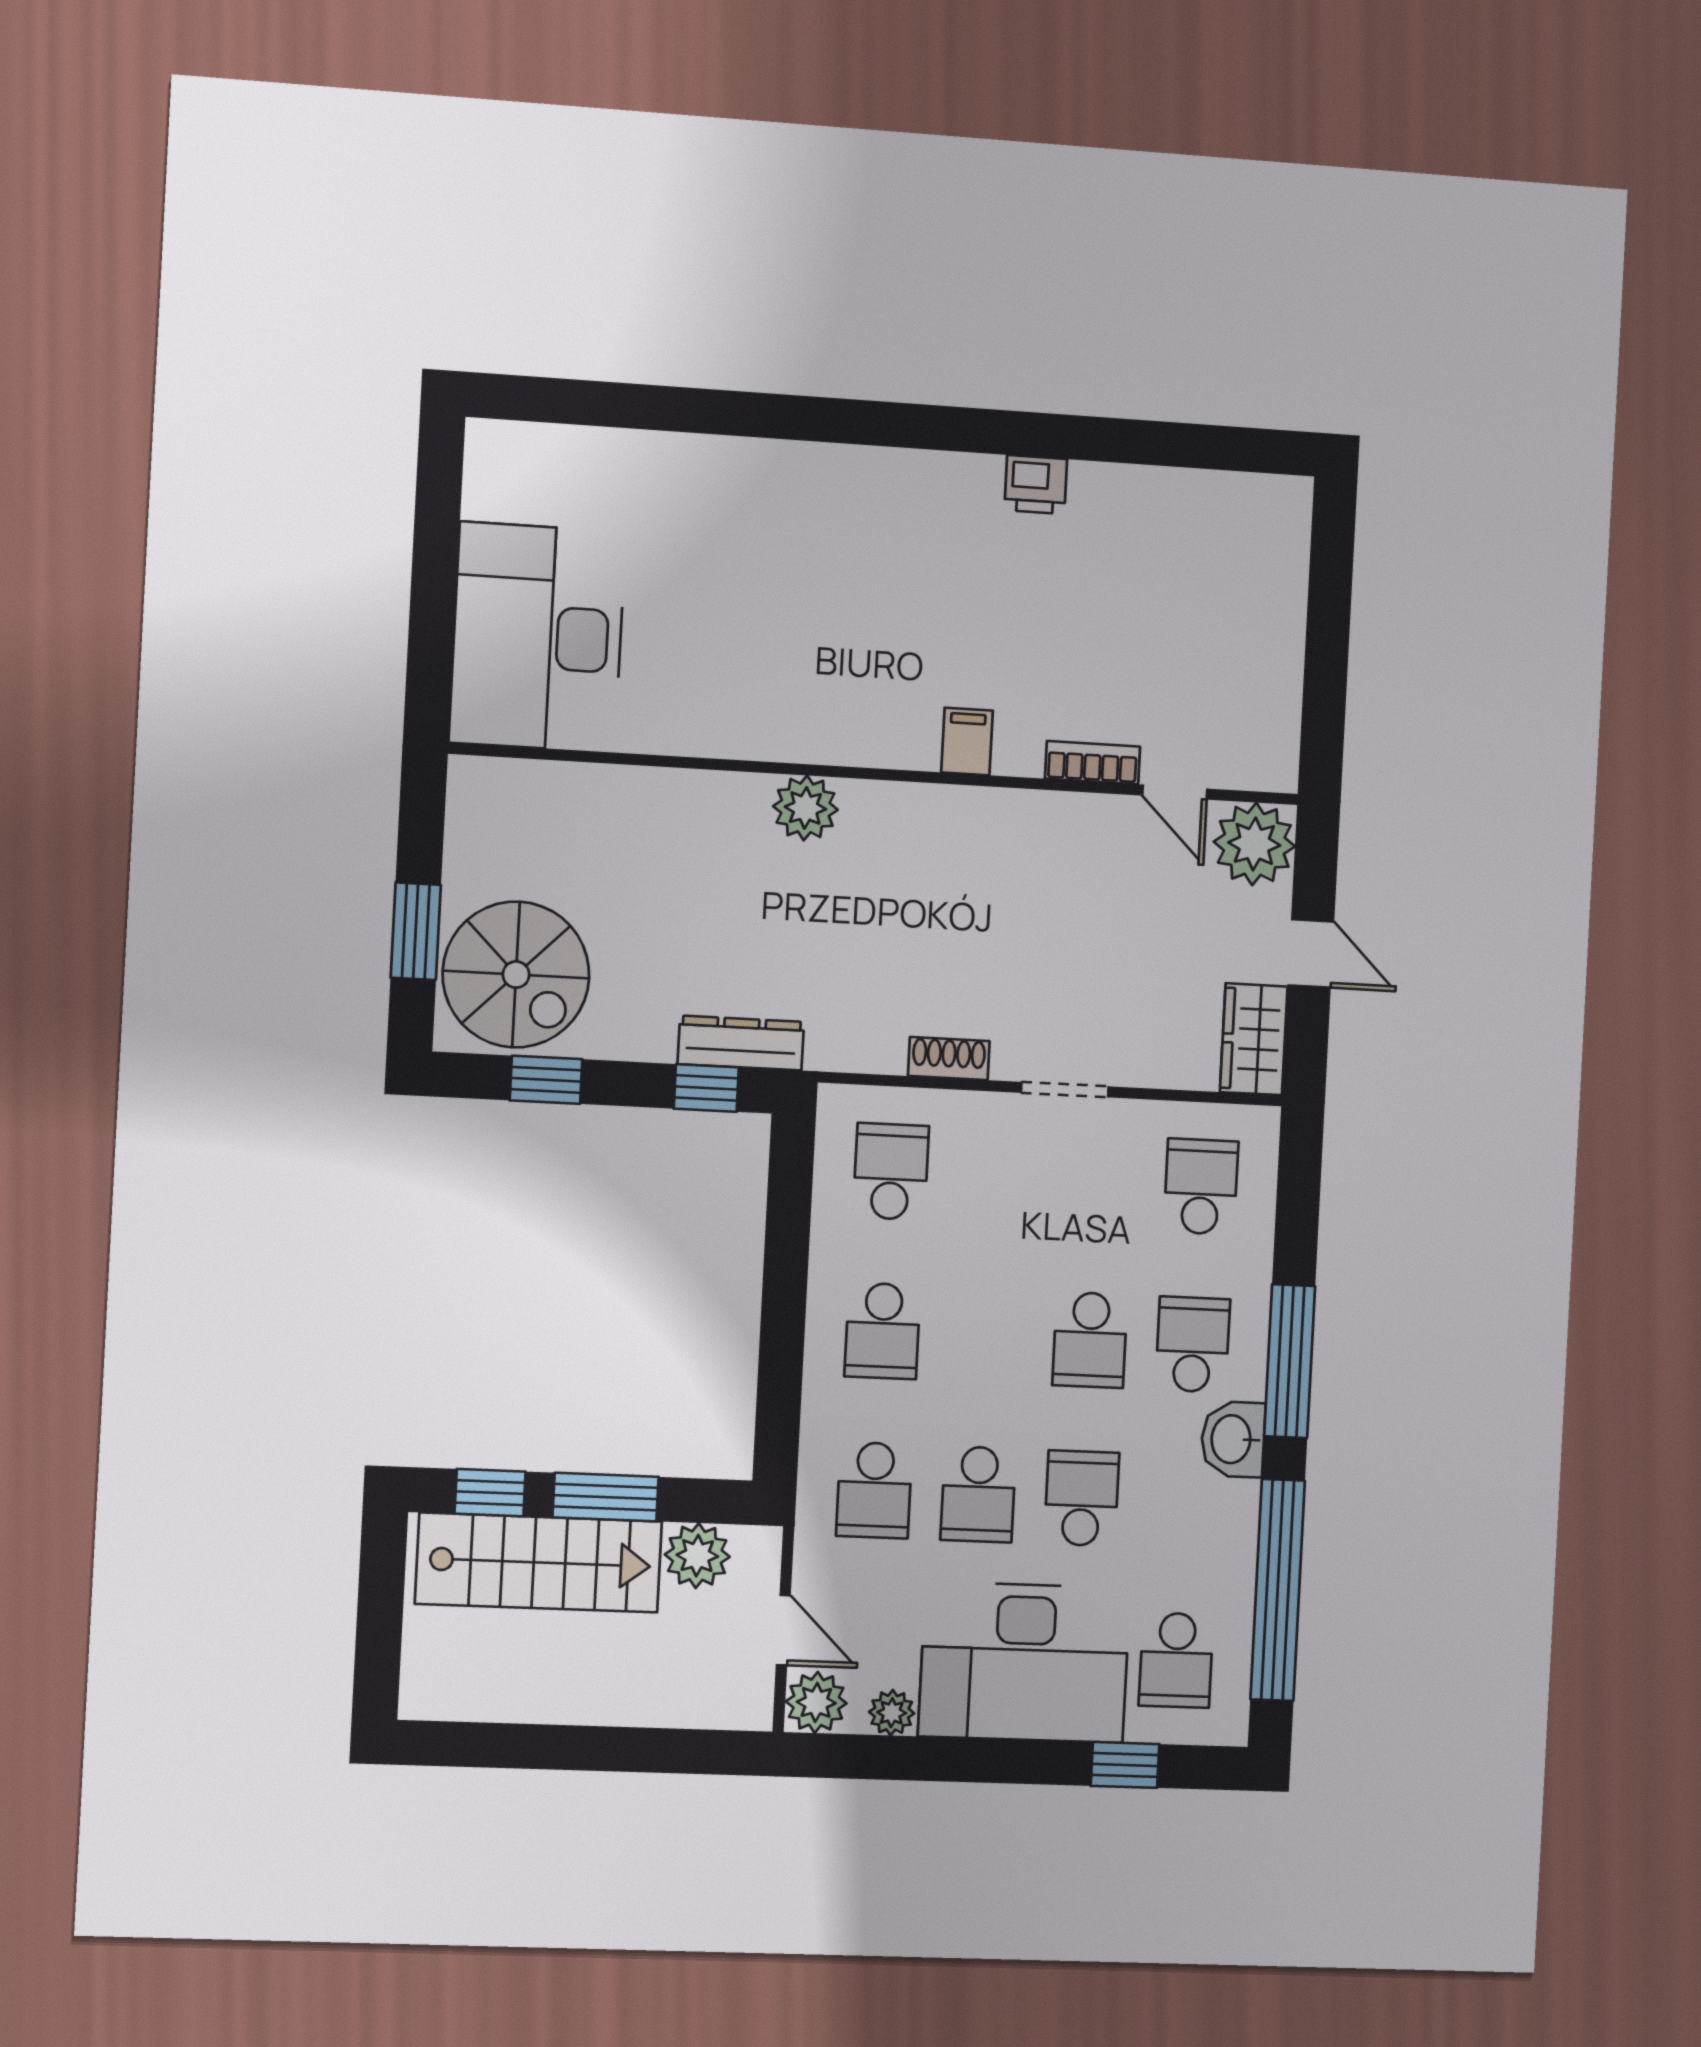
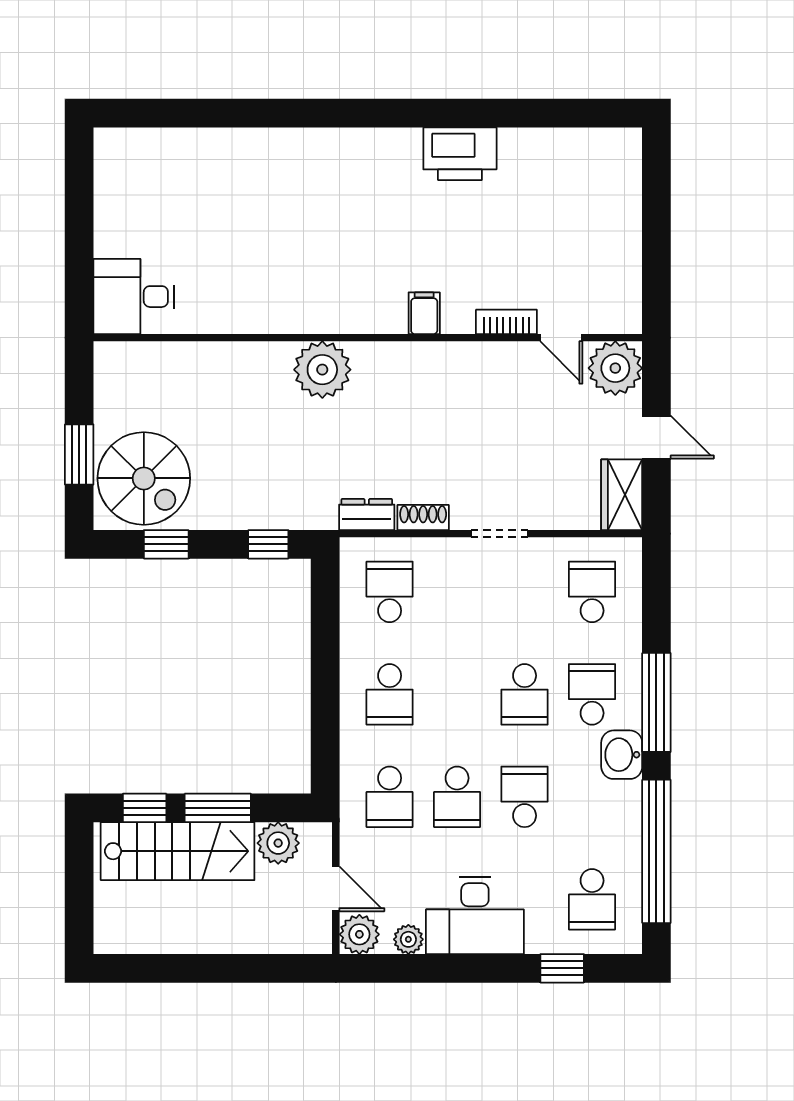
printer: (1036, 484) -> (460, 154), width x1.87, depth x1.48
desk: (537, 637) -> (134, 297), width x0.53, depth x0.77
plant: (805, 808) -> (322, 370), width x1.36, depth x1.36
dresser: (741, 1043) -> (367, 514), moved, width x0.70
desk: (1024, 1662) -> (475, 916), width x0.73, depth x0.77

